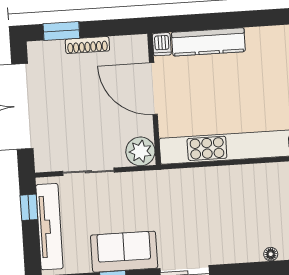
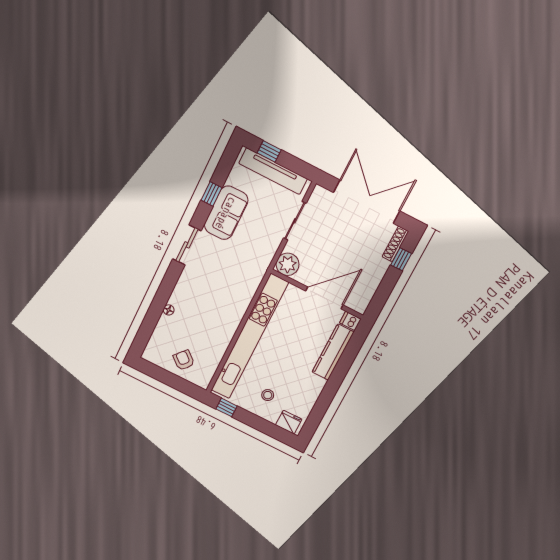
window: (61, 31) -> (401, 259), width x0.67
shoe rack: (87, 45) -> (395, 244), moved
window: (29, 207) -> (269, 151), moved

